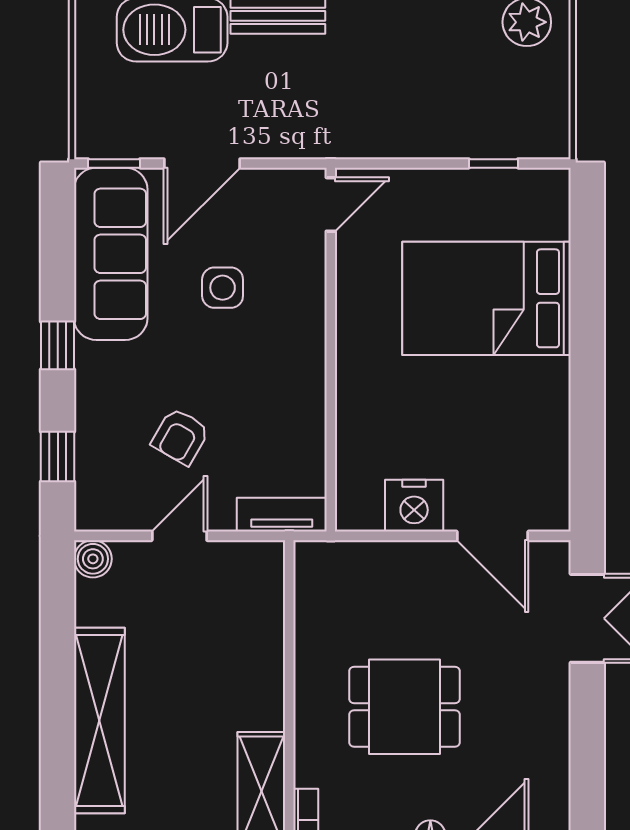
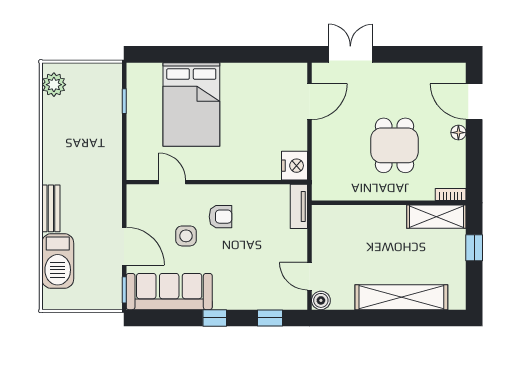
door: (331, 204) -> (172, 182), moved
armchair: (180, 436) -> (220, 217), moved, turned -30
nightstand: (414, 506) -> (294, 166), moved
door: (179, 536) -> (309, 276), moved

